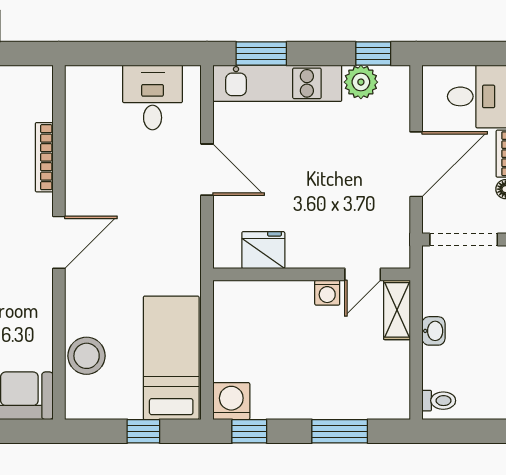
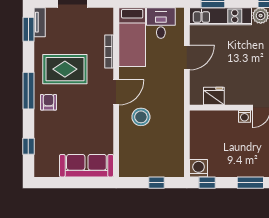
door: (207, 170) -> (187, 57), hinge flipped
stool: (87, 356) -> (141, 117), moved
bed: (171, 358) -> (132, 37), moved, turned 180

